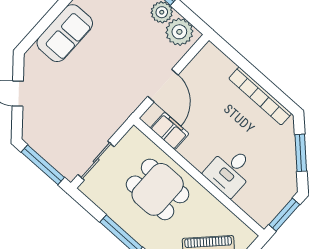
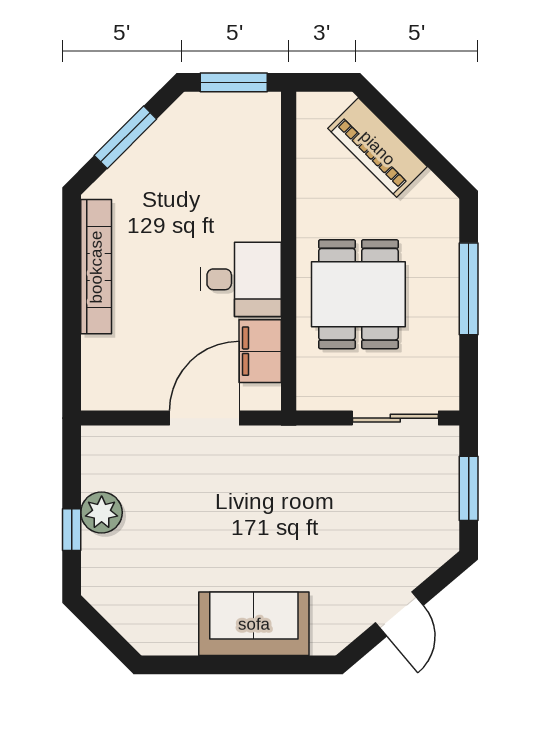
plant: (179, 32) -> (107, 463), removed
window: (43, 165) -> (469, 488), width x0.69
desk: (230, 171) -> (241, 279), moved

